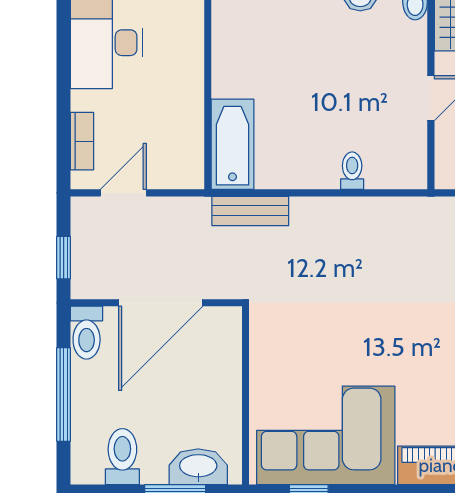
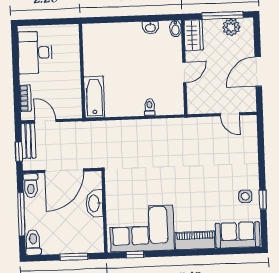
door: (123, 193) -> (45, 121), hinge flipped
bench: (250, 211) -> (28, 141), moved, turned 90
toilet: (122, 457) -> (33, 242), moved
washbasin: (198, 467) -> (94, 203), moved, turned -90

